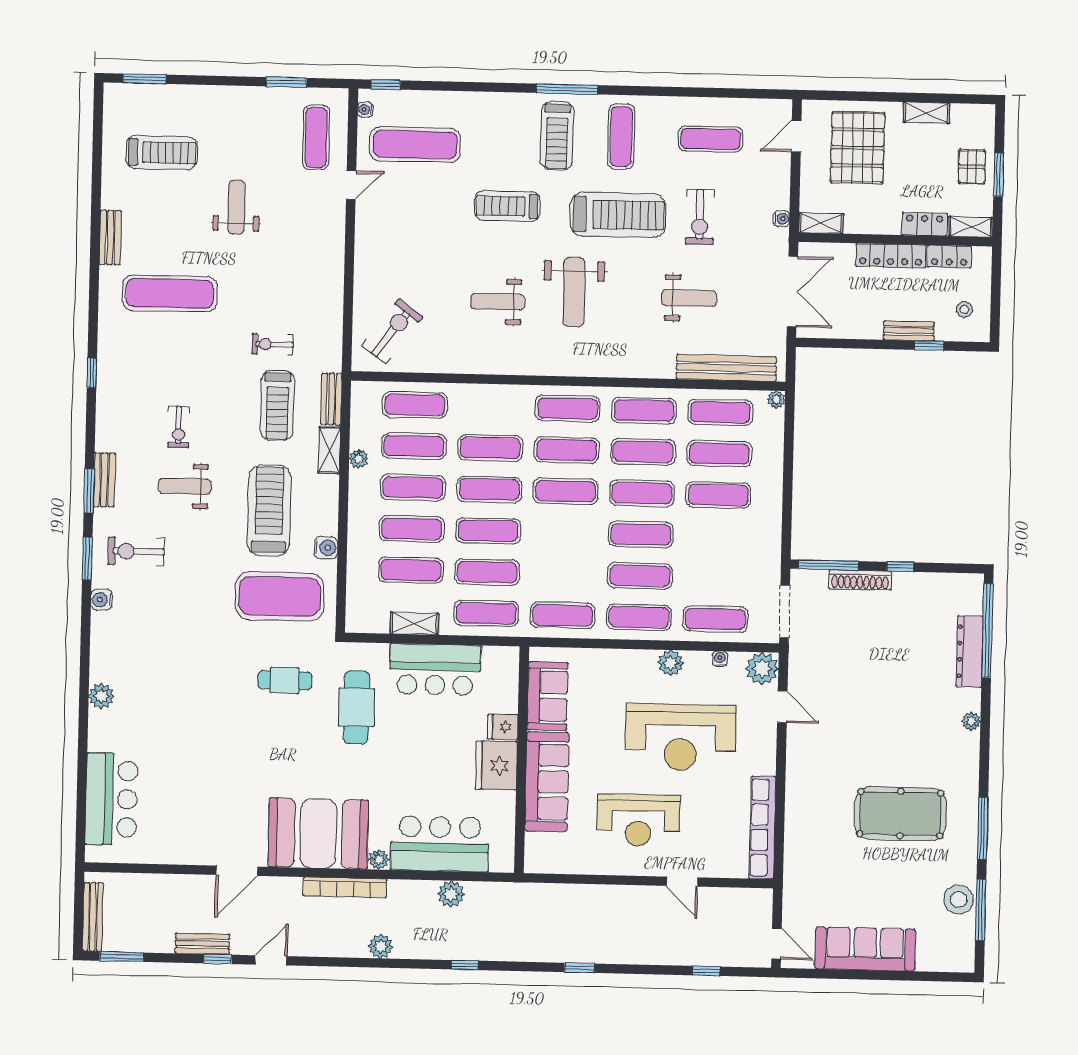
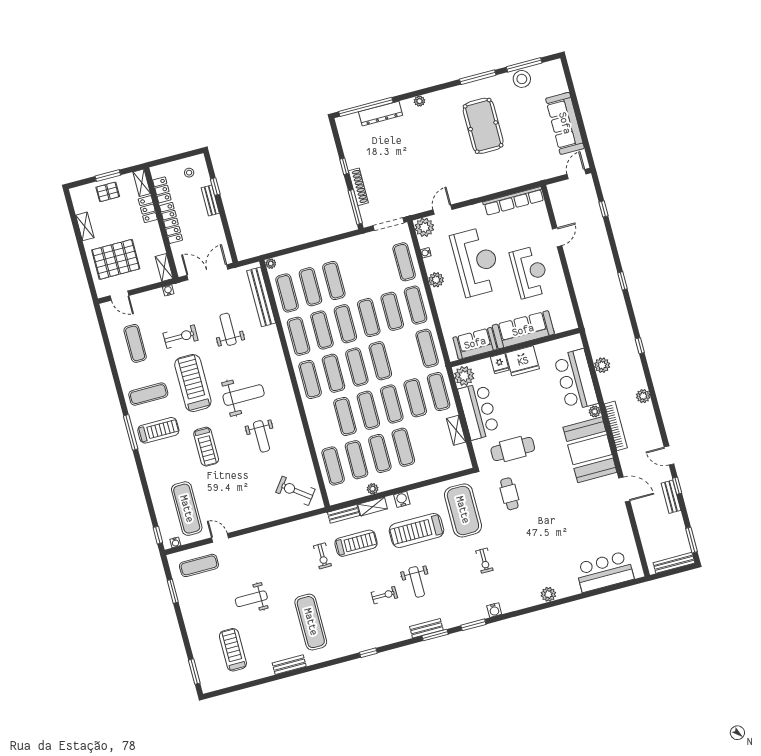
water cooler: (326, 548) -> (402, 499), moved
exercise bike: (136, 551) -> (484, 561), moved, width x0.73, depth x0.72
exercise mat: (411, 570) -> (380, 361), moved
plant: (500, 663) -> (464, 376), added

